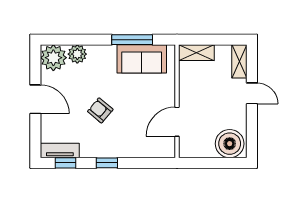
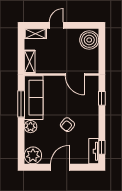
plant: (77, 54) -> (31, 127), moved
sofa: (142, 59) -> (34, 98), width x1.36
window: (107, 163) -> (102, 98), moved

